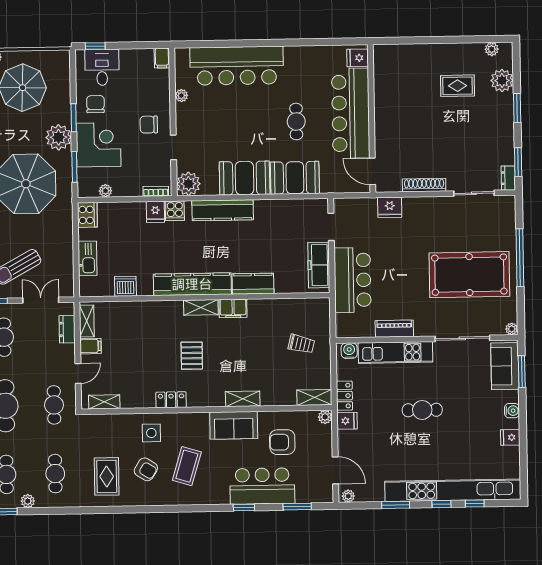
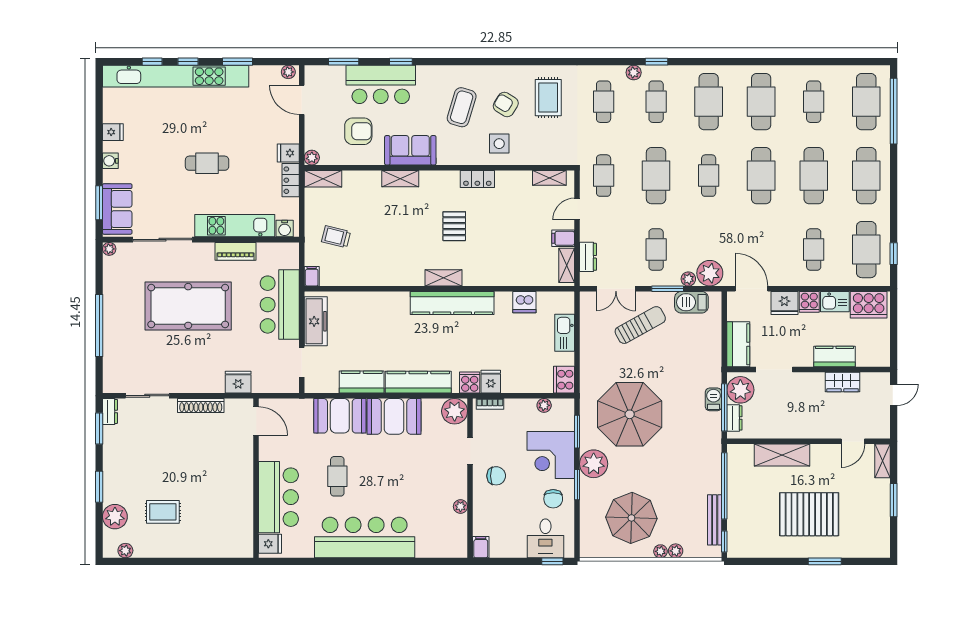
bar counter: (237, 66) -> (365, 538), moved
bar counter: (351, 113) -> (278, 497), width x0.73
pool table: (469, 275) -> (188, 306), moved
kitchen counter: (253, 284) -> (362, 382), moved, turned 180
filing cabinet: (233, 308) -> (312, 276), moved, width x0.50

